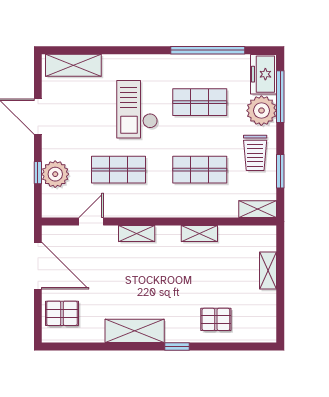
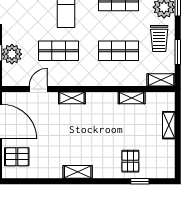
shelving: (199, 233) -> (132, 98), moved
pallet: (216, 319) -> (130, 161), turned 90
shelving: (135, 331) -> (78, 172), width x0.67, depth x0.75
window: (177, 347) -> (140, 181), moved

